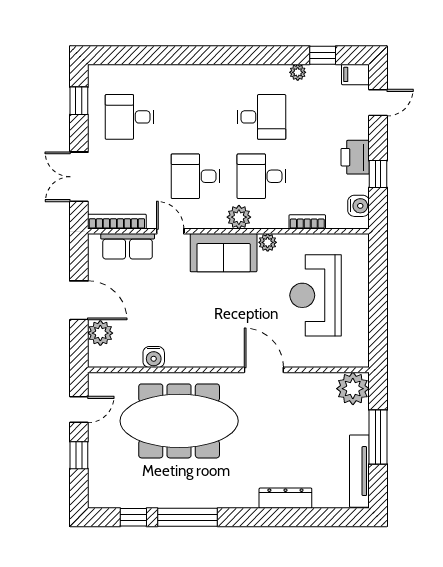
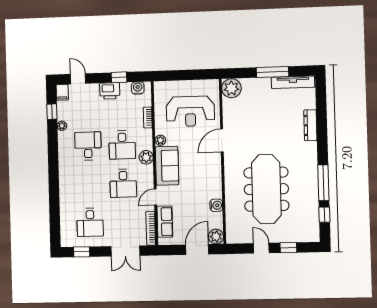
water cooler: (154, 357) -> (216, 205), moved
wall: (228, 370) -> (223, 161), moved
door: (264, 370) -> (222, 141), moved
plant: (353, 389) -> (231, 88), moved

